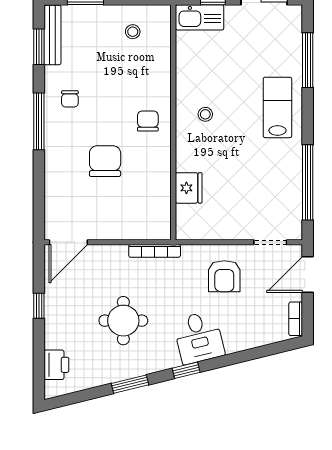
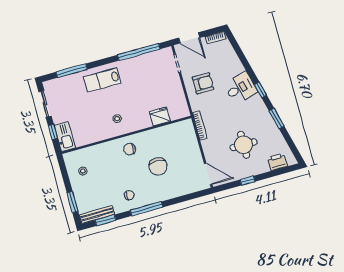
chair: (105, 161) -> (158, 166), turned -90
round table: (123, 321) -> (244, 145), moved

